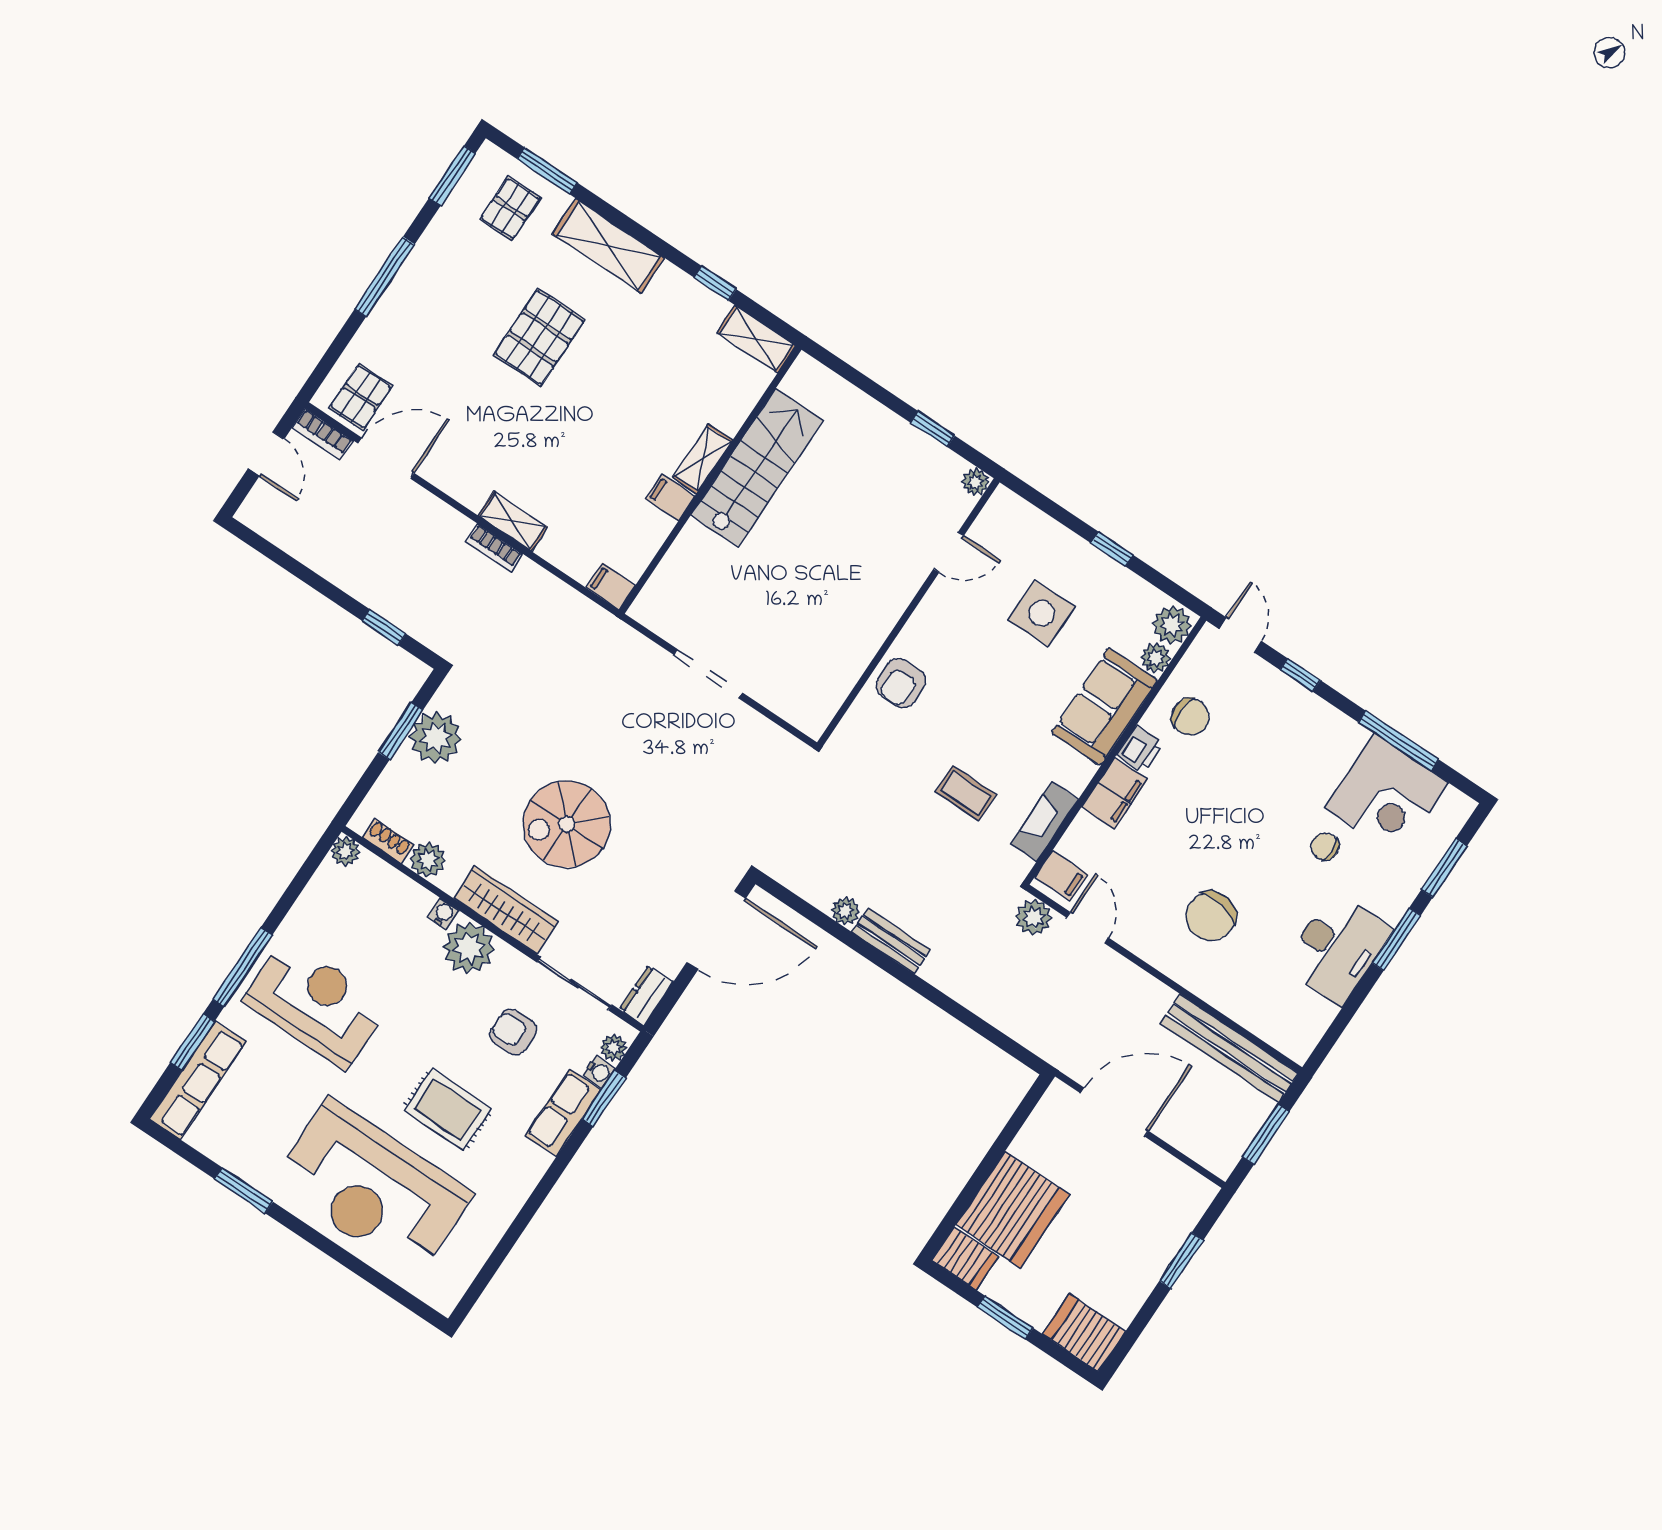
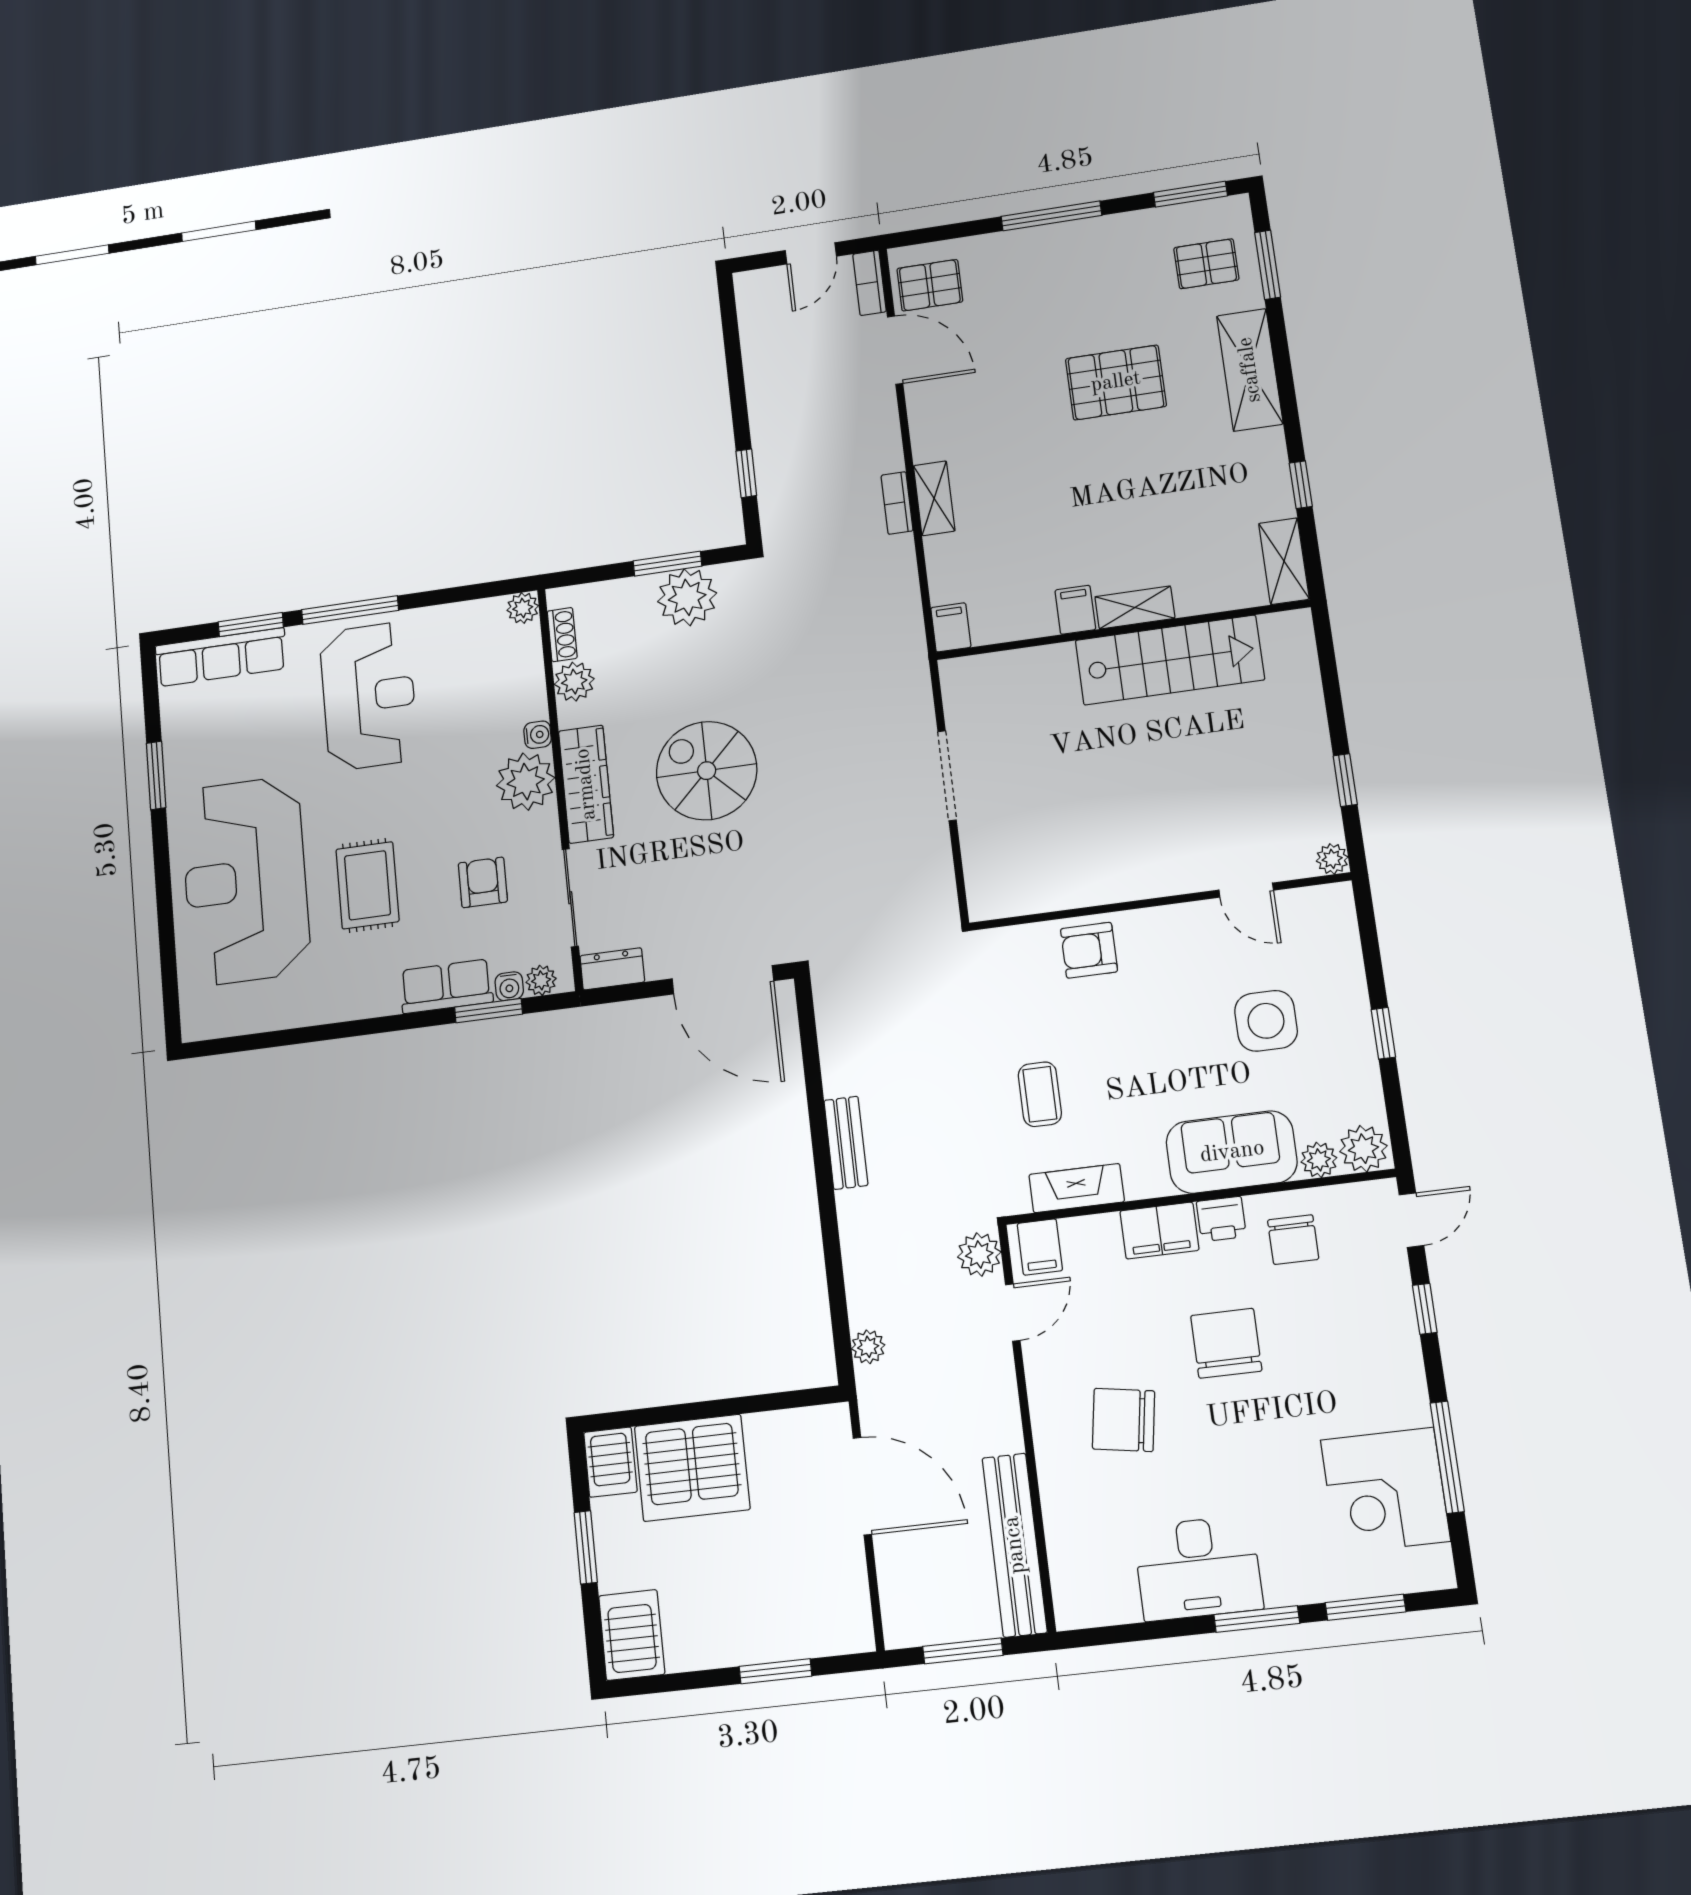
chair: (1325, 846) -> (1226, 1343), moved, width x1.87, depth x1.87
plant: (845, 911) -> (868, 1347), moved

